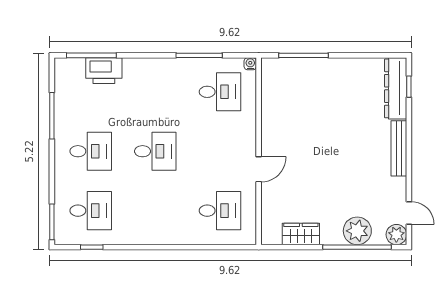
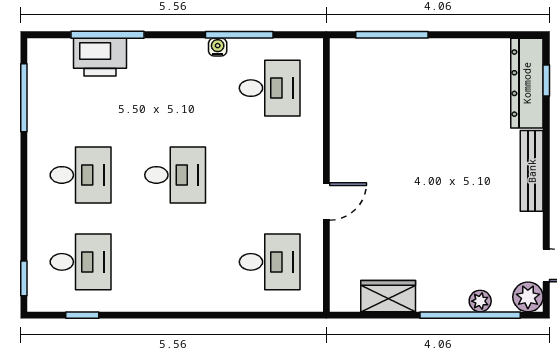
window: (91, 55) -> (108, 35), moved
water cooler: (250, 64) -> (218, 47), moved
window: (52, 116) -> (24, 98), moved
window: (52, 222) -> (24, 278), width x0.67
plant: (357, 231) -> (480, 301), width x0.53, depth x0.53

